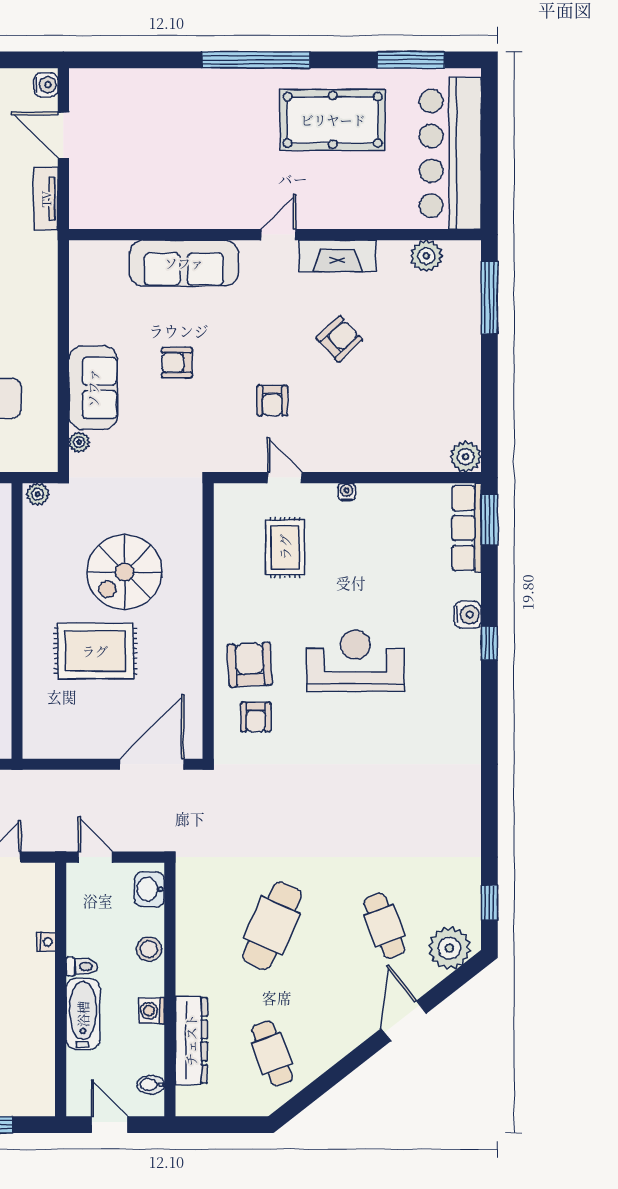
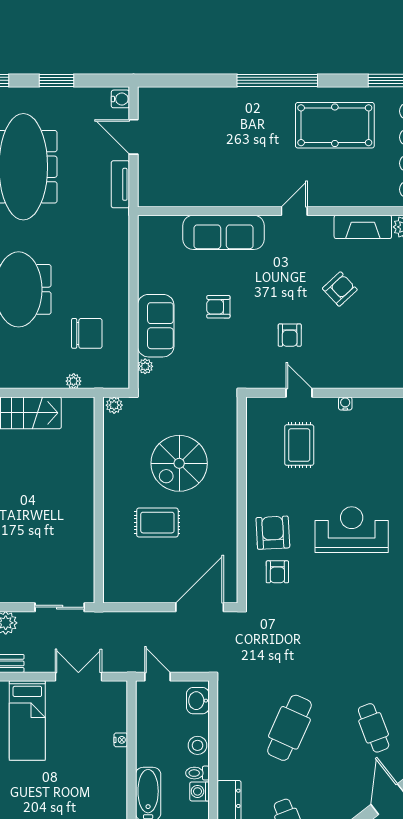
fireplace: (337, 256) -> (363, 227), moved
rug: (95, 651) -> (157, 523), width x0.73, depth x0.70
toilet: (82, 967) -> (197, 773), moved, turned 180

